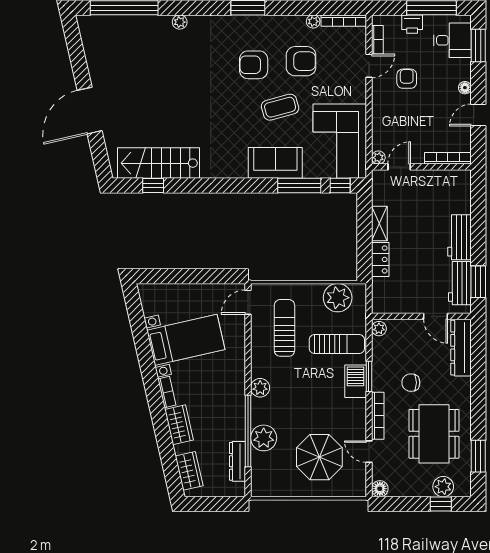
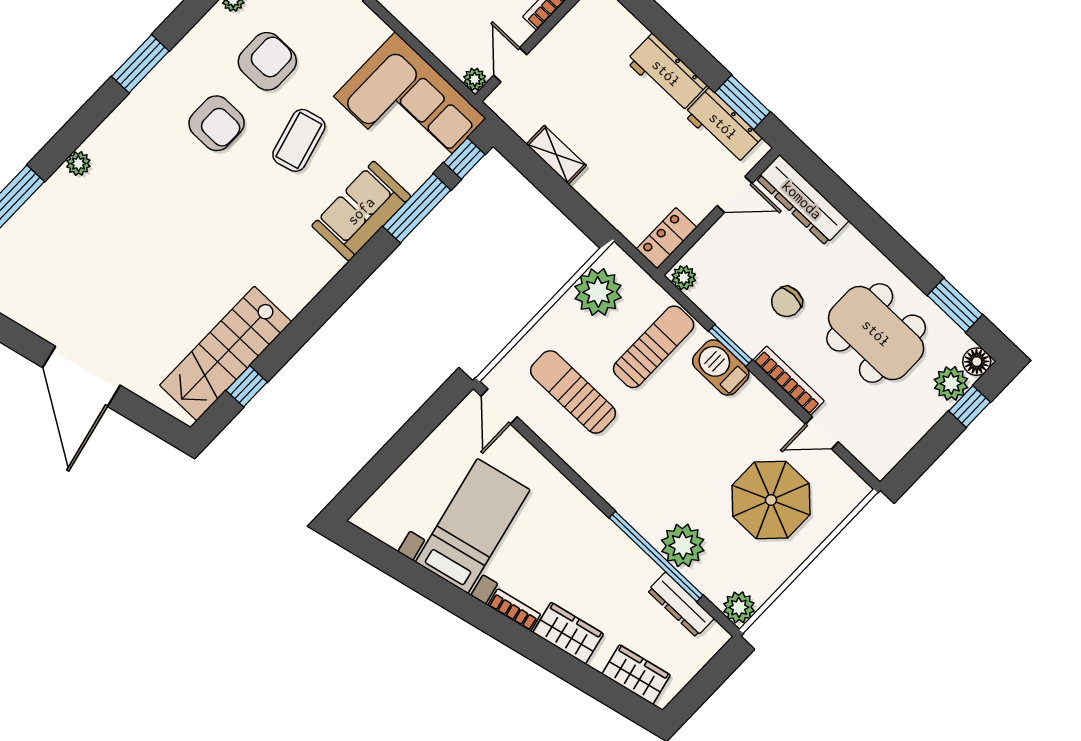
armchair: (254, 65) -> (217, 123), turned -90
locker: (380, 259) -> (666, 238), moved, turned -90
plant: (260, 388) -> (739, 607), moved
floor lamp: (380, 489) -> (977, 362), moved

